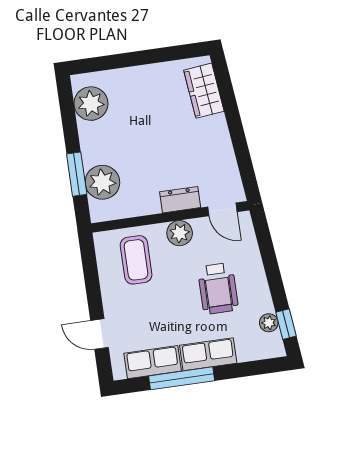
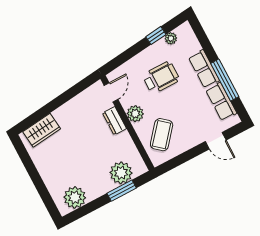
coffee table: (136, 260) -> (162, 135), turned -50
window: (286, 324) -> (156, 36), moved
door: (99, 334) -> (216, 141), hinge flipped

